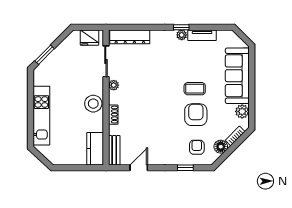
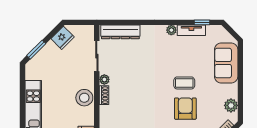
window: (181, 27) -> (202, 22), moved
fridge: (90, 38) -> (63, 38), moved, turned -45
sofa: (237, 76) -> (226, 63), width x0.73
shoe rack: (113, 115) -> (104, 95), moved

